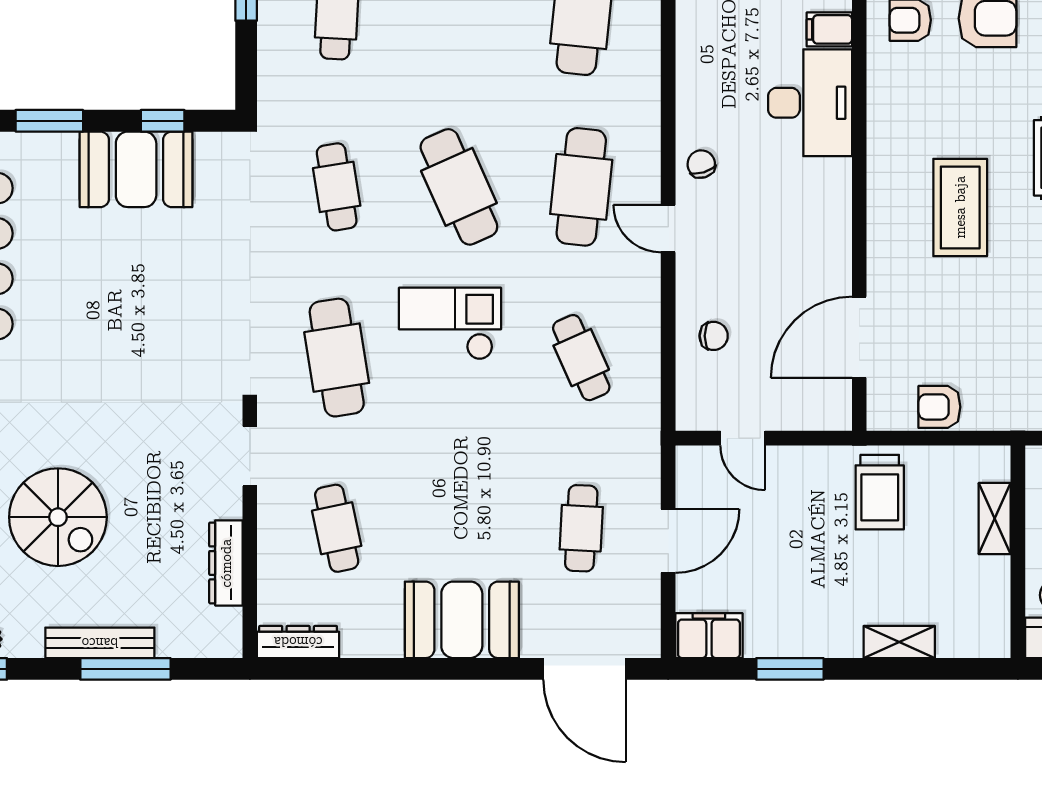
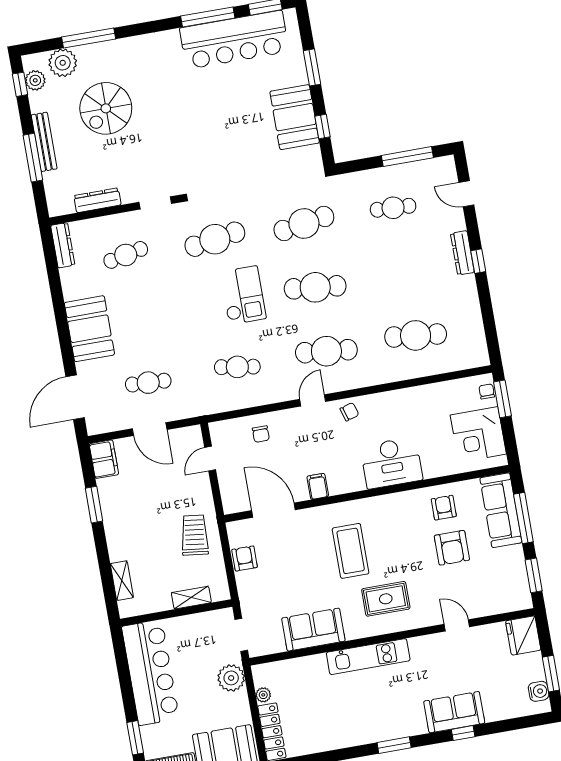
filing cabinet: (829, 29) -> (318, 486), moved
cafe table: (337, 187) -> (304, 223), width x1.37, depth x1.35
cafe table: (459, 187) -> (315, 287), turned 30
coffee table: (960, 207) -> (351, 551), turned 90
cafe table: (581, 358) -> (237, 367), turned 33
trolley: (880, 492) -> (195, 535), turned 97
shelving: (899, 642) -> (122, 581), moved

